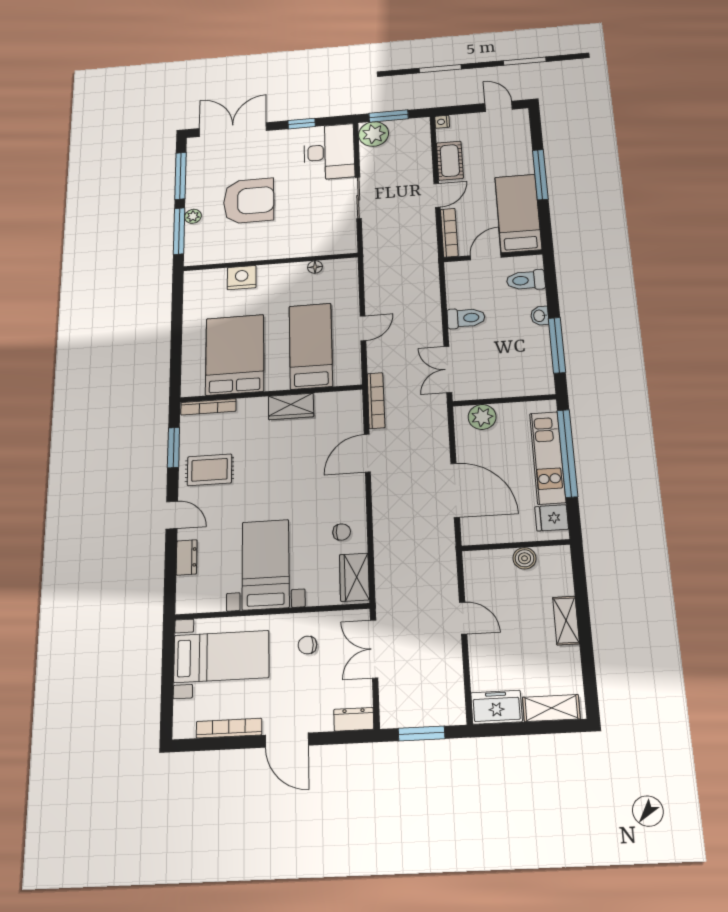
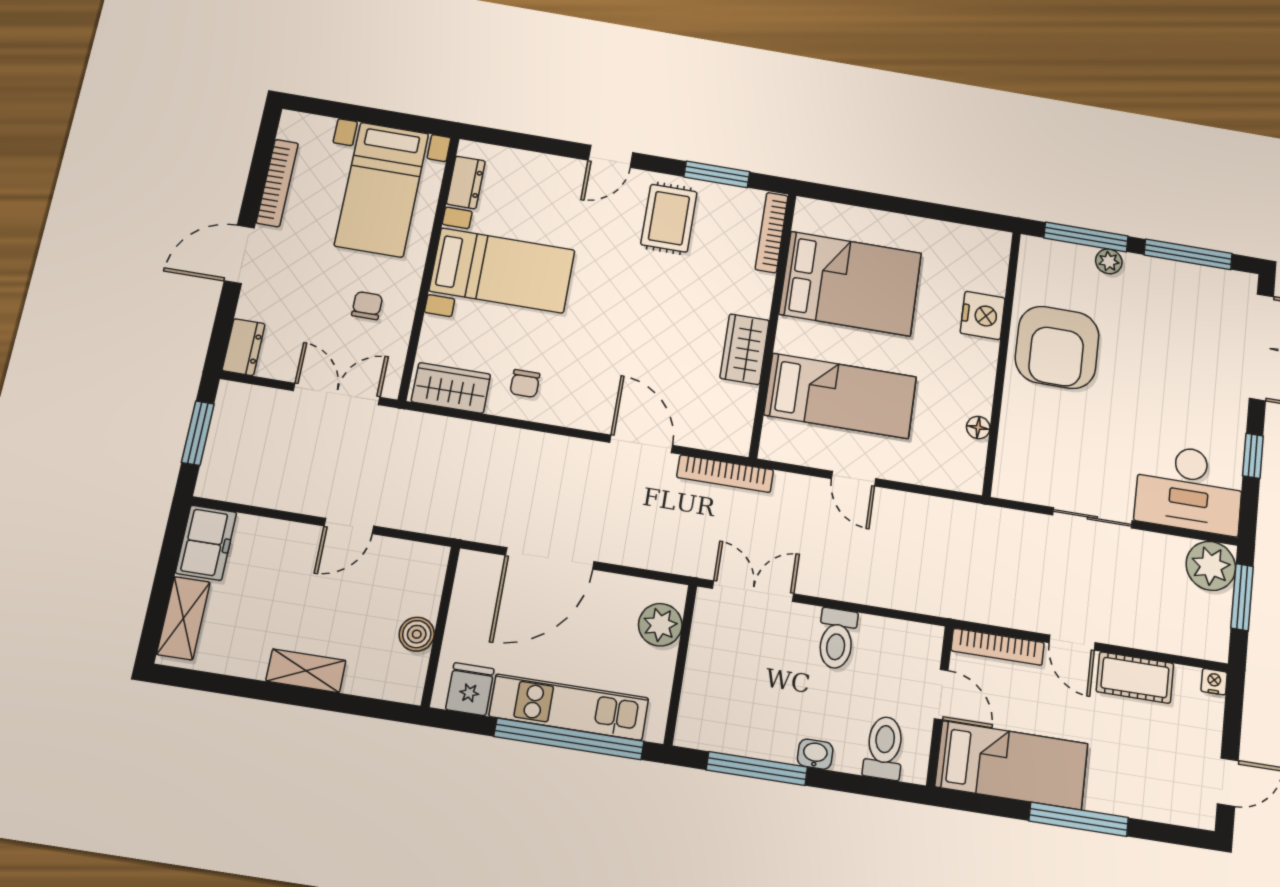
armchair: (249, 201) -> (1057, 347), moved
dresser: (187, 557) -> (466, 182), moved, turned -90

